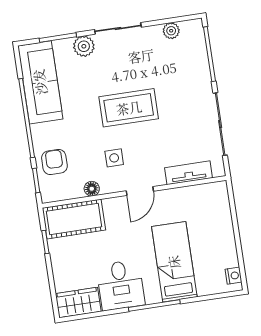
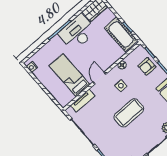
armchair: (54, 162) -> (147, 66), turned 90
cot: (74, 219) -> (121, 34), moved, turned 90
bed: (174, 262) -> (70, 75), moved, turned 180
desk: (121, 285) -> (77, 32), width x1.37

